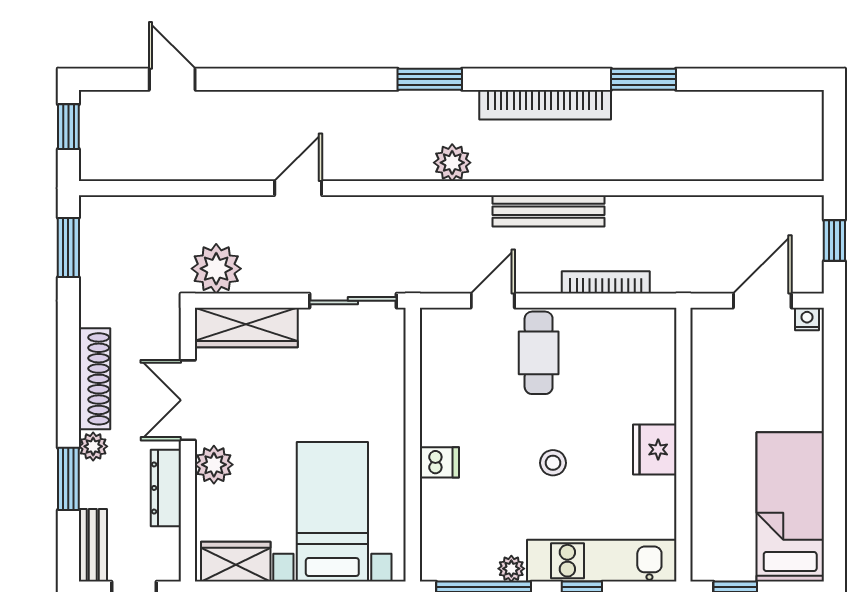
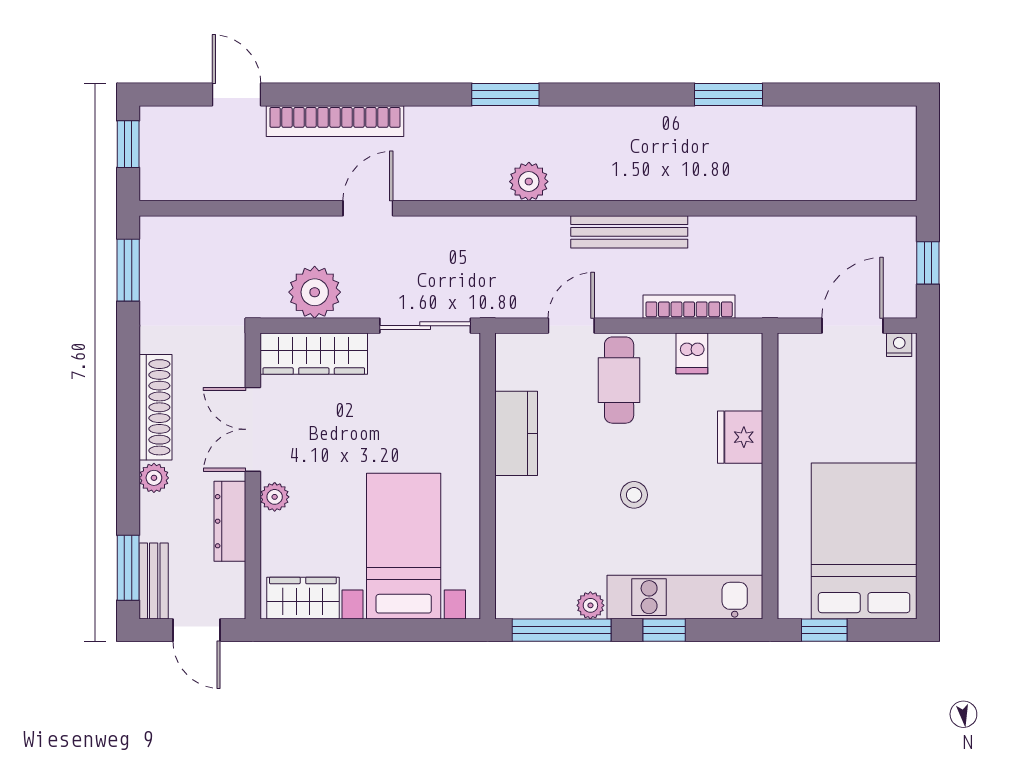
bookcase: (545, 105) -> (335, 121), moved
plant: (216, 269) -> (315, 292), moved
kitchen counter: (440, 404) -> (516, 433), added
fridge: (655, 449) -> (740, 437), moved
dishwasher: (439, 462) -> (692, 353), moved, turned 90
plant: (214, 465) -> (275, 497), width x0.73, depth x0.73
window: (68, 479) -> (128, 568), moved
bed: (790, 507) -> (864, 541), width x1.50

